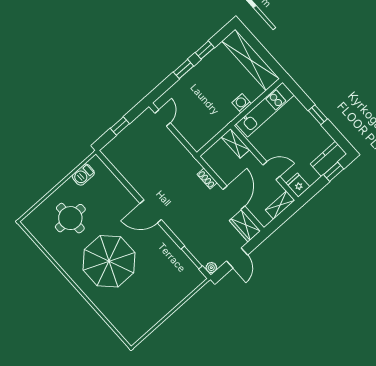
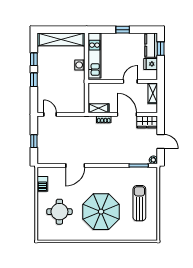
shelving: (235, 143) -> (99, 108), moved
fridge: (298, 185) -> (151, 64), moved
door: (151, 212) -> (75, 166), moved
sun lounger: (153, 293) -> (139, 203), added

